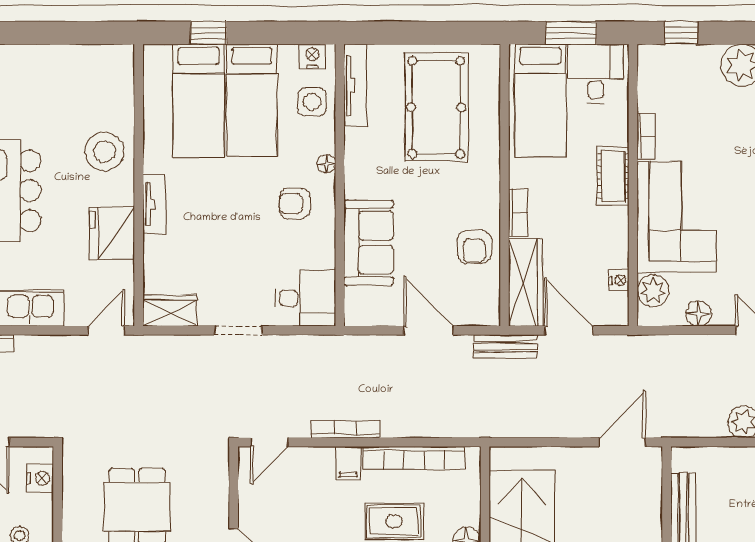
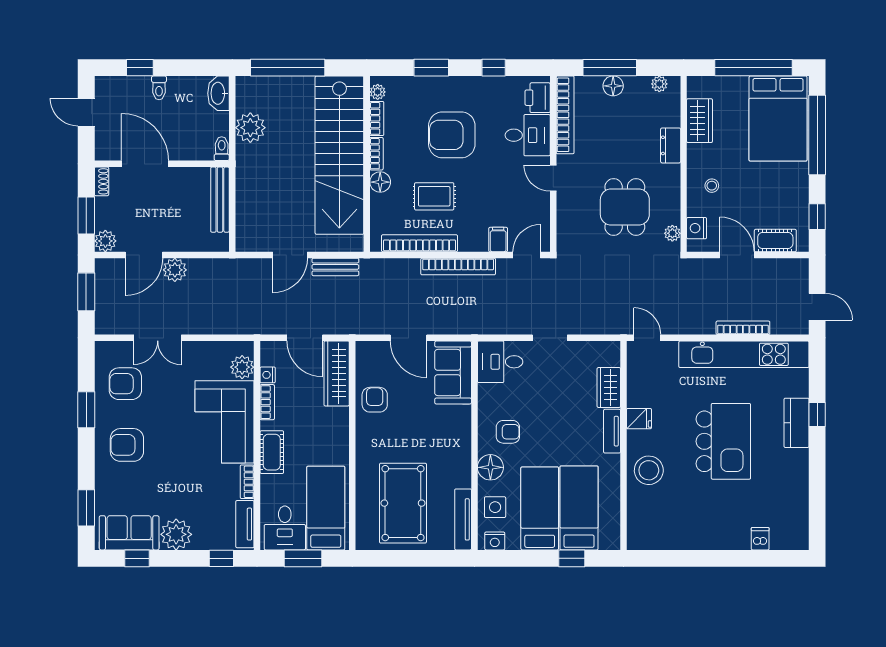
tv unit: (649, 79) -> (245, 524), added
floor lamp: (326, 164) -> (490, 467), width x1.89, depth x1.89
bookcase: (518, 212) -> (267, 402), moved, turned 180
fridge: (112, 234) -> (639, 419), width x0.53, depth x0.75
sofa: (369, 243) -> (453, 373), moved
wardrobe: (170, 310) -> (609, 387), moved, turned 90
floor lamp: (699, 313) -> (208, 350), removed
door: (107, 330) -> (647, 338), swing flipped
bench: (505, 347) -> (335, 267), moved
bookcase: (346, 429) -> (458, 266), width x1.48, depth x1.31
door: (622, 442) -> (290, 255), moved
filing cabinet: (348, 463) -> (498, 240), moved
plant: (73, 471) -> (672, 233), added

